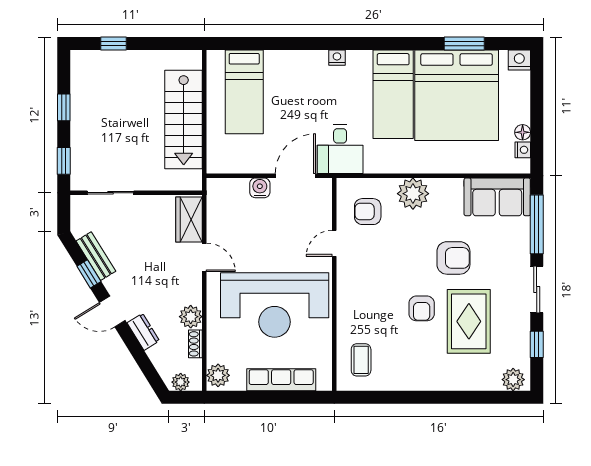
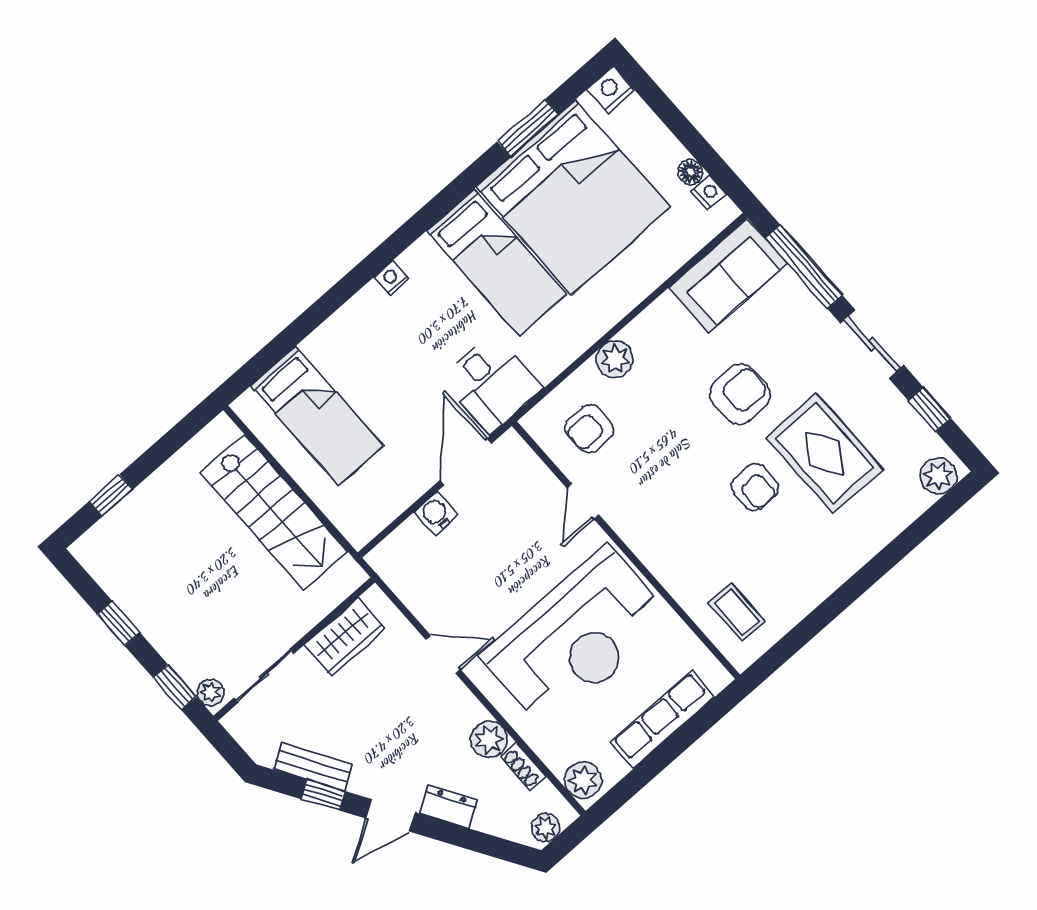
plant: (78, 178) -> (211, 692), added
plant: (413, 194) -> (615, 359), width x0.73, depth x0.73
wardrobe: (189, 219) -> (345, 637), moved, turned -90

